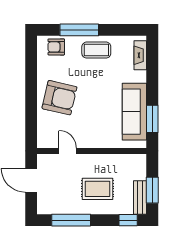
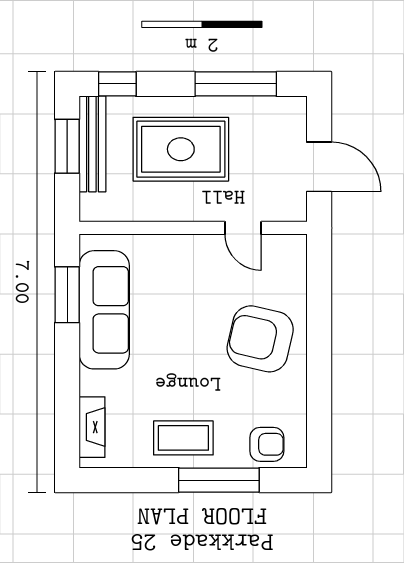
rug: (98, 189) -> (181, 149), width x1.36, depth x1.43
bench: (140, 197) -> (92, 144), width x1.36

